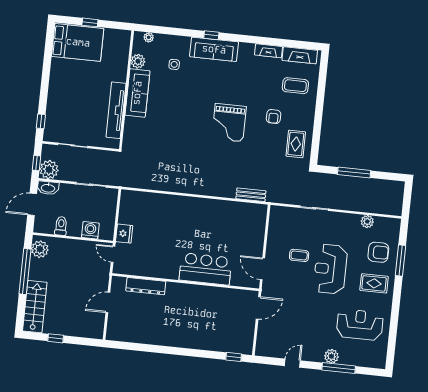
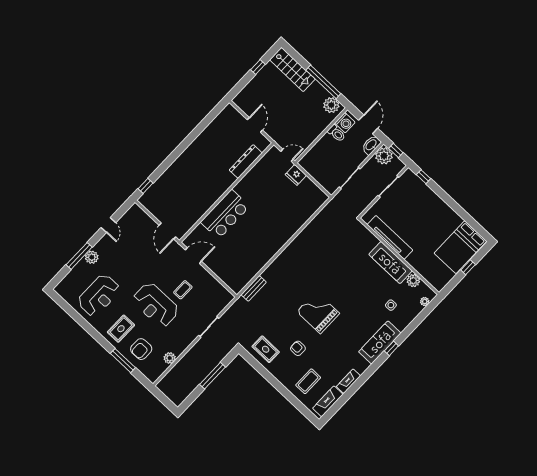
washing machine: (90, 230) -> (345, 123), moved
reception desk: (330, 269) -> (156, 305), turned 180

